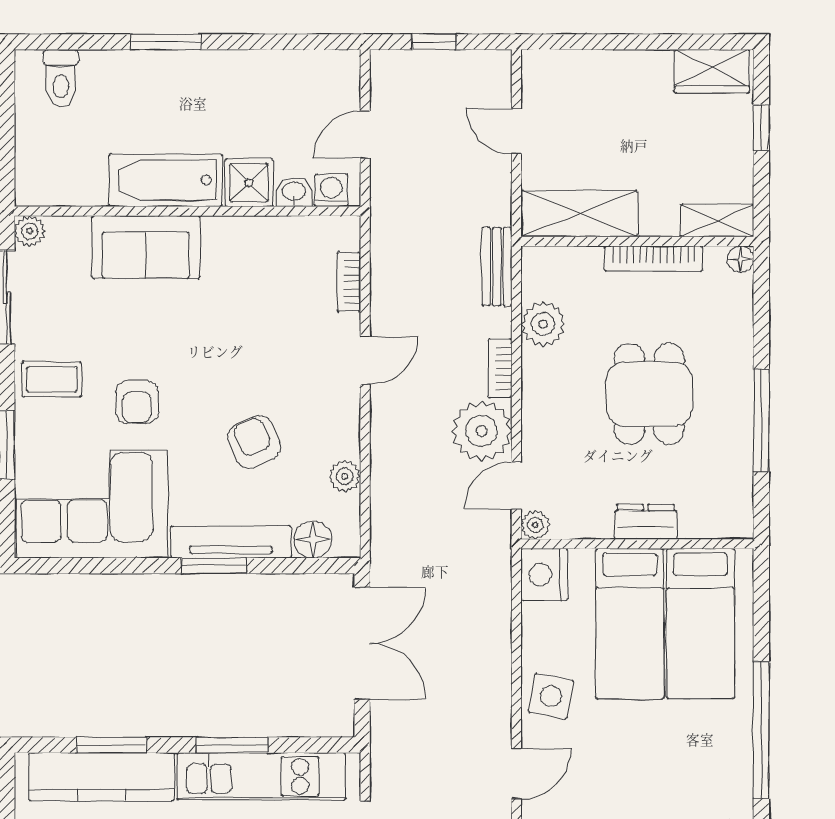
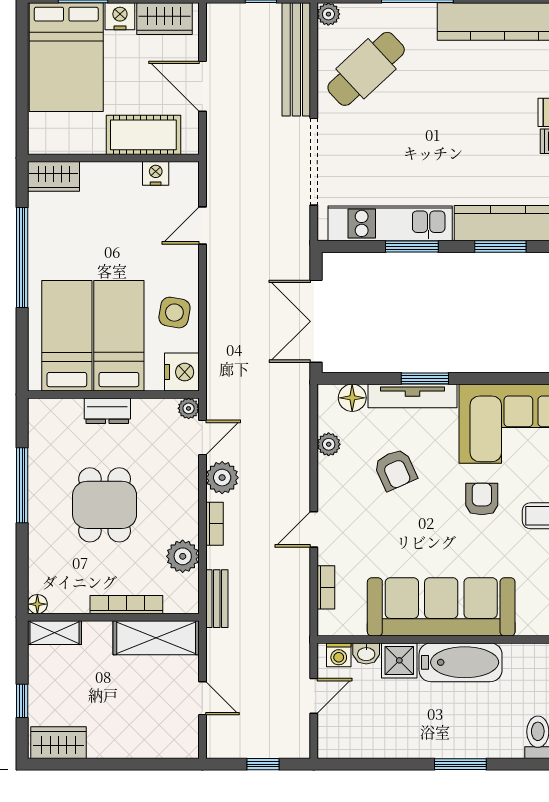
sofa: (146, 247) -> (441, 607), width x1.85, depth x1.27
bookcase: (654, 259) -> (126, 605), moved
plant: (482, 431) -> (222, 478), width x0.73, depth x0.73
side table: (551, 696) -> (174, 313), moved

